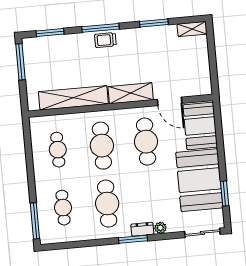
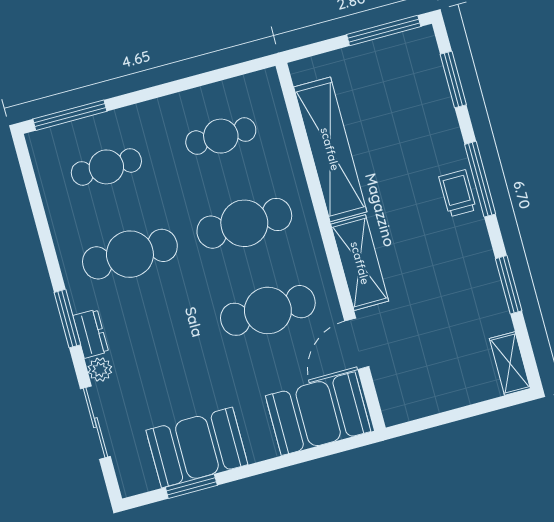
booth: (199, 180) -> (197, 447), width x0.73, depth x0.70
sliding door: (202, 233) -> (95, 423), moved

